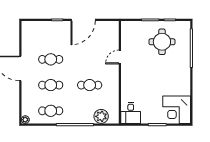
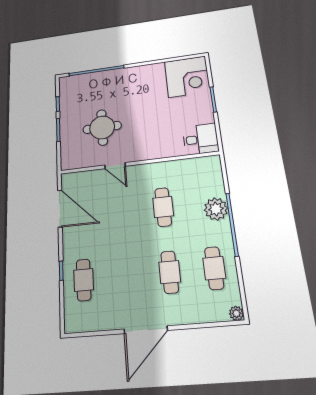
door: (83, 20) -> (60, 209), moved
round table: (162, 42) -> (102, 127), moved
cafe table: (51, 59) -> (84, 280), moved
plant: (101, 116) -> (216, 209), moved

